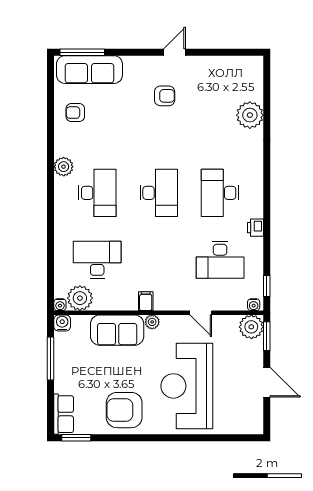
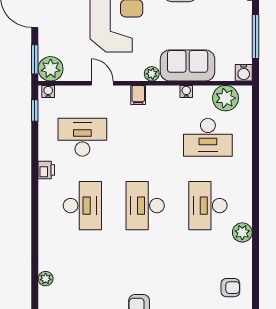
plant: (250, 115) -> (46, 279), width x0.53, depth x0.53
filing cabinet: (146, 301) -> (138, 95), moved
water cooler: (60, 305) -> (186, 91), moved

